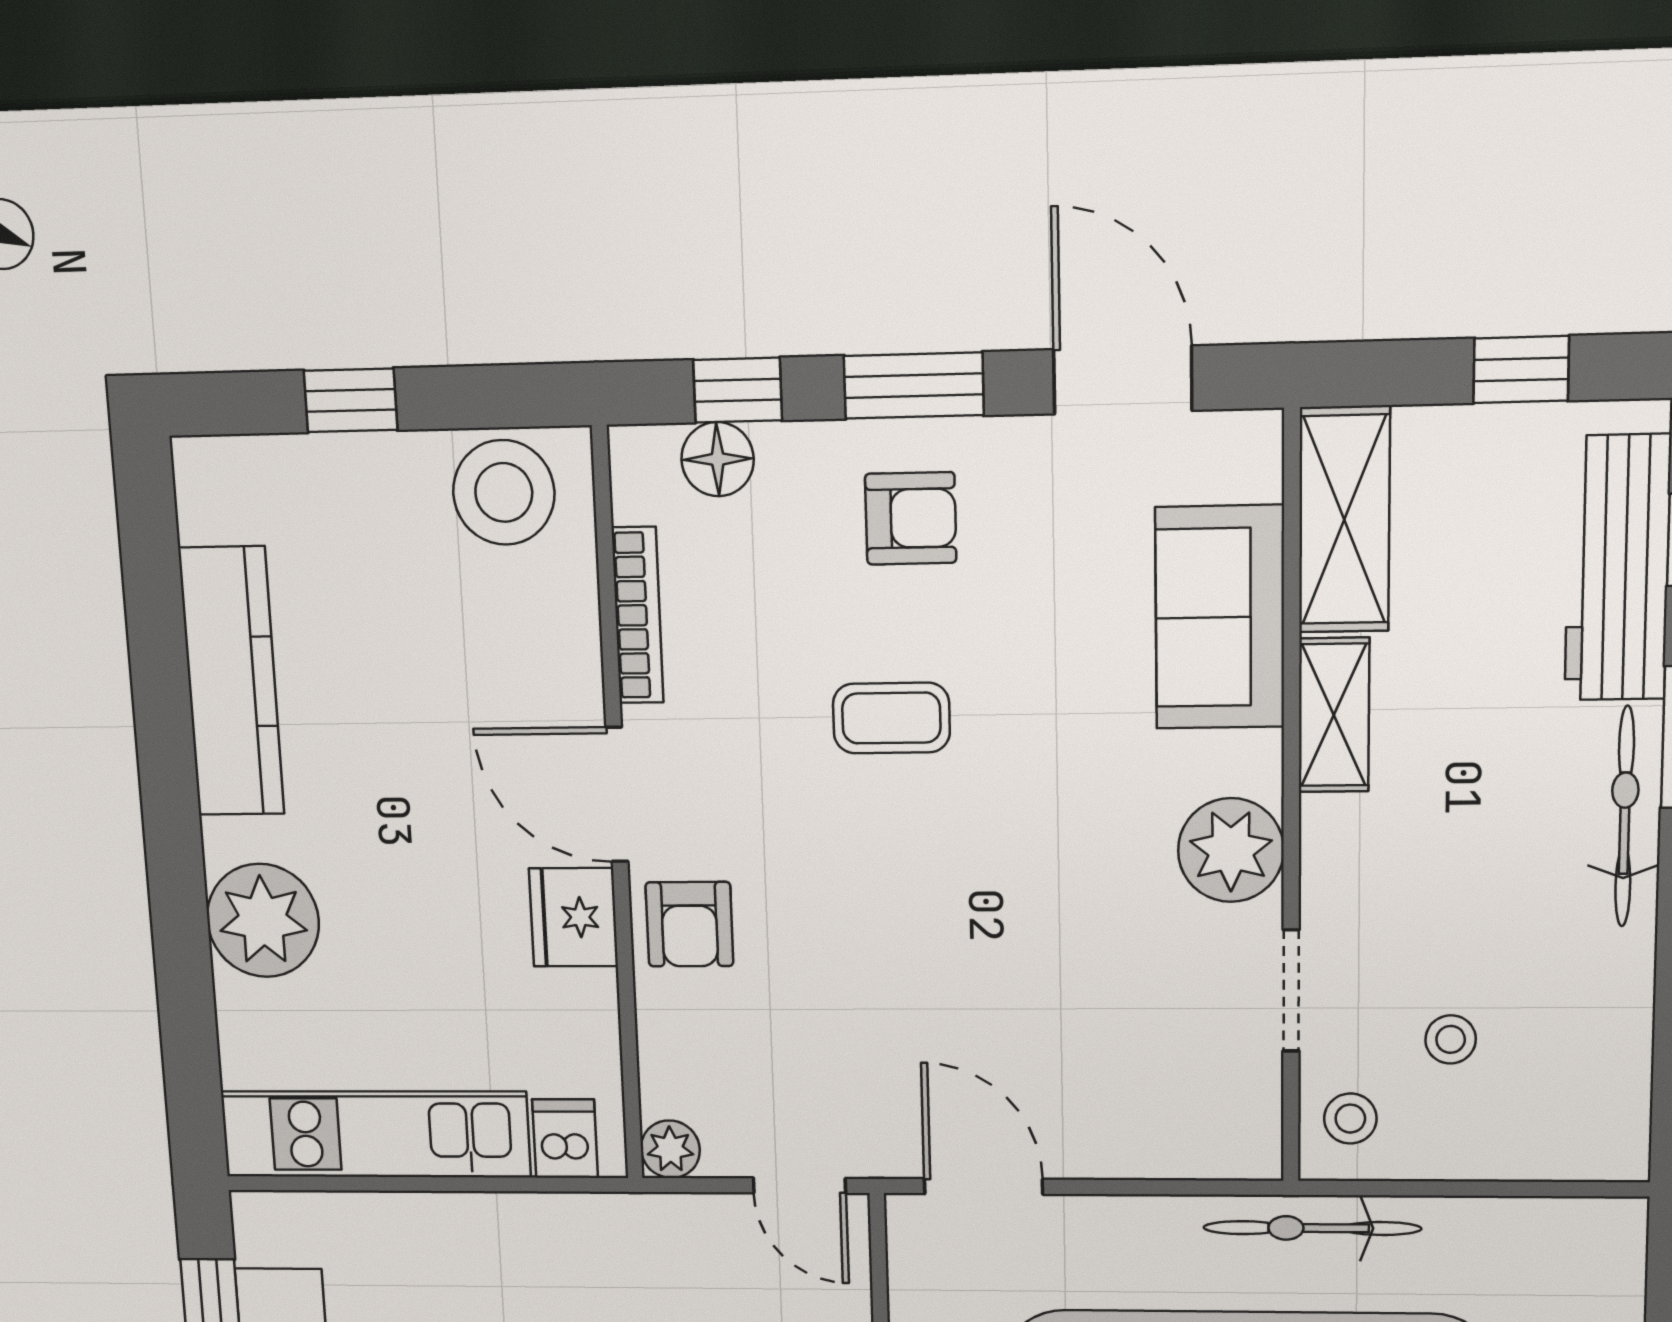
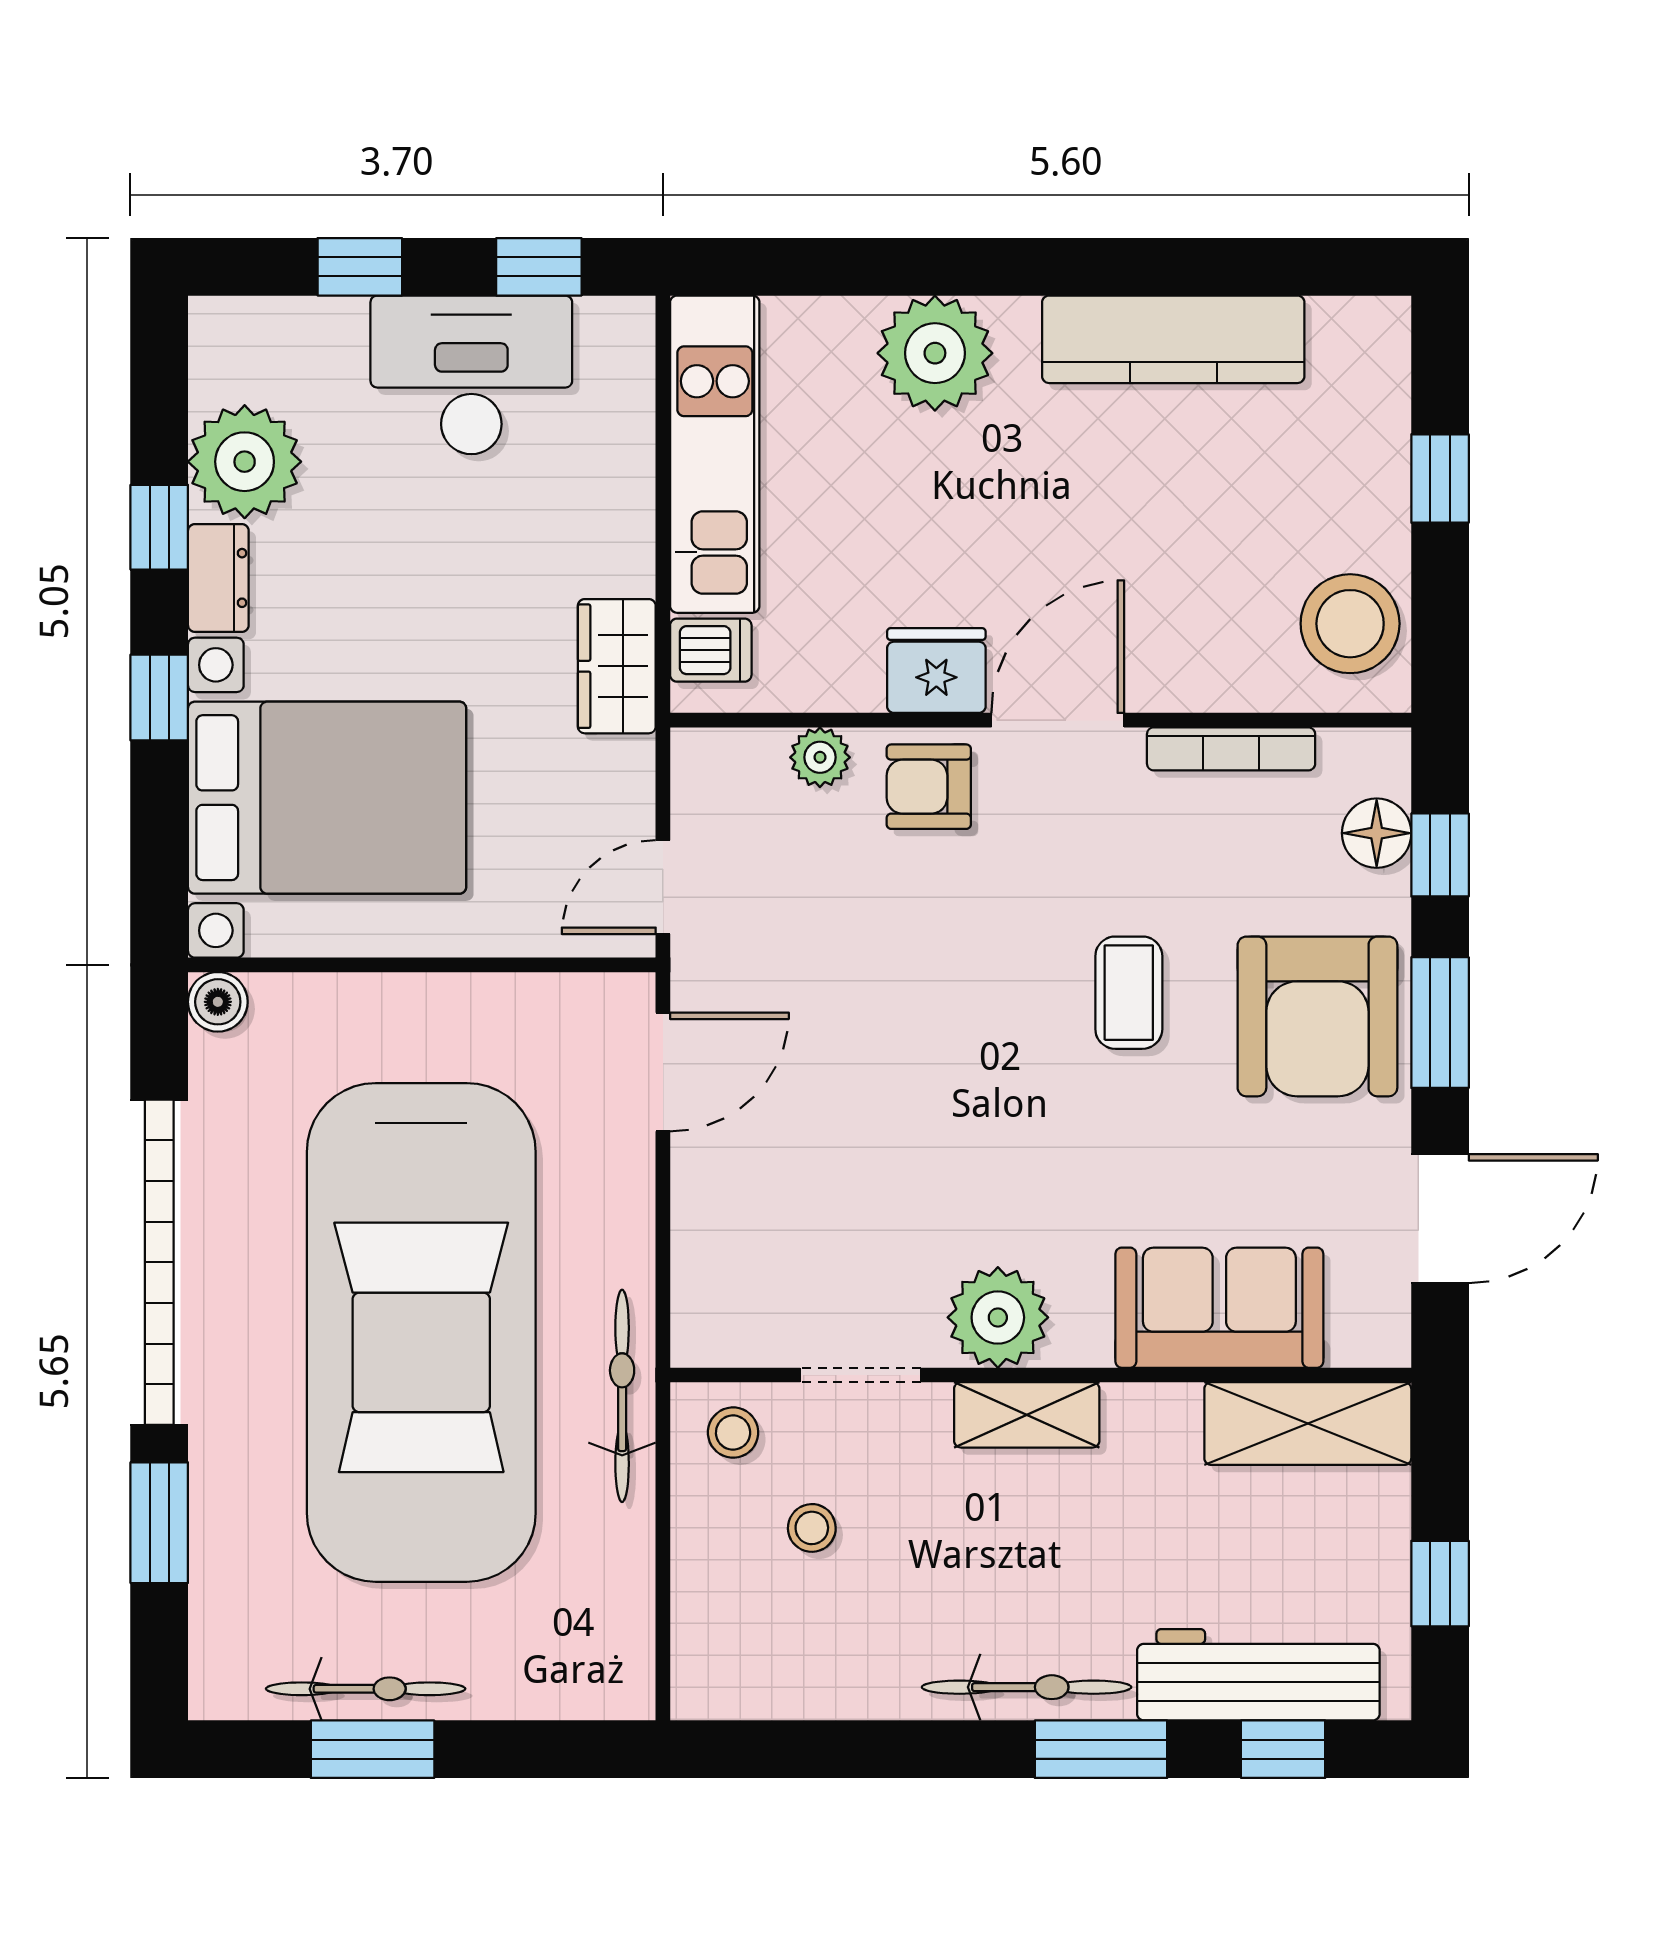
armchair: (911, 518) -> (1317, 1016), width x1.88, depth x1.88
shelving: (1334, 715) -> (1027, 1415), moved
plant: (670, 1149) -> (820, 757), moved
wardrobe: (585, 1229) -> (617, 666), added

